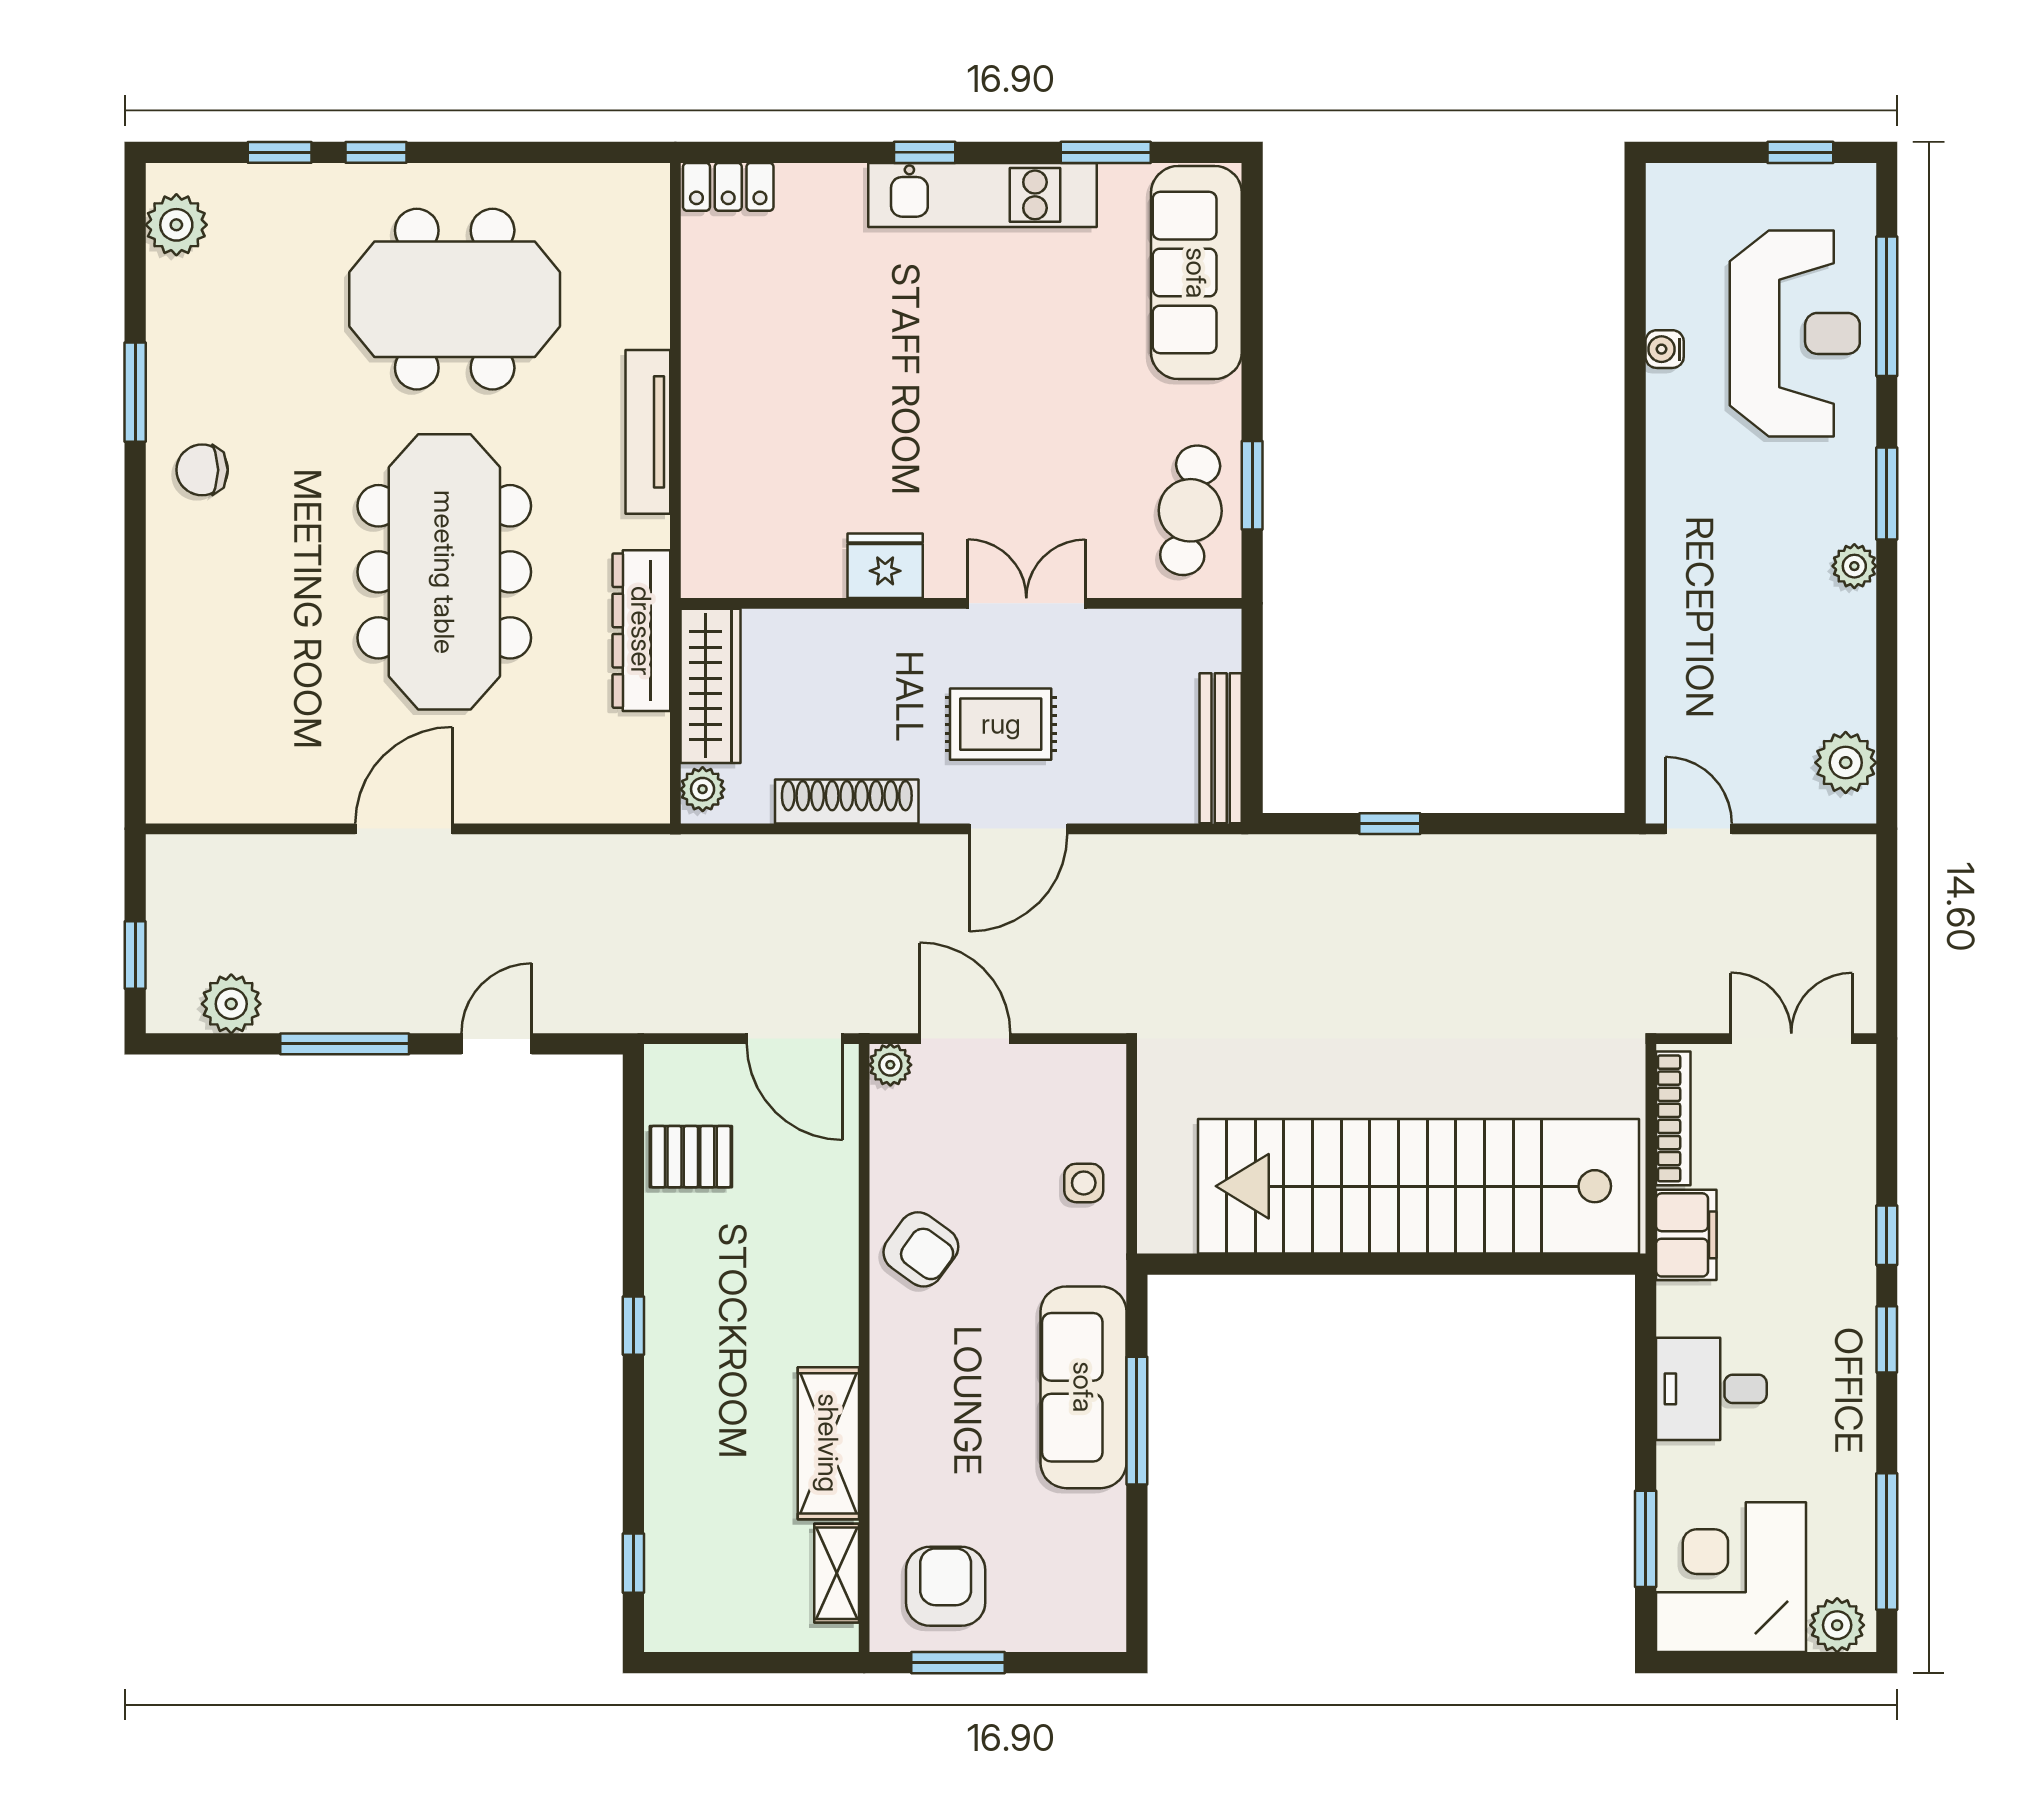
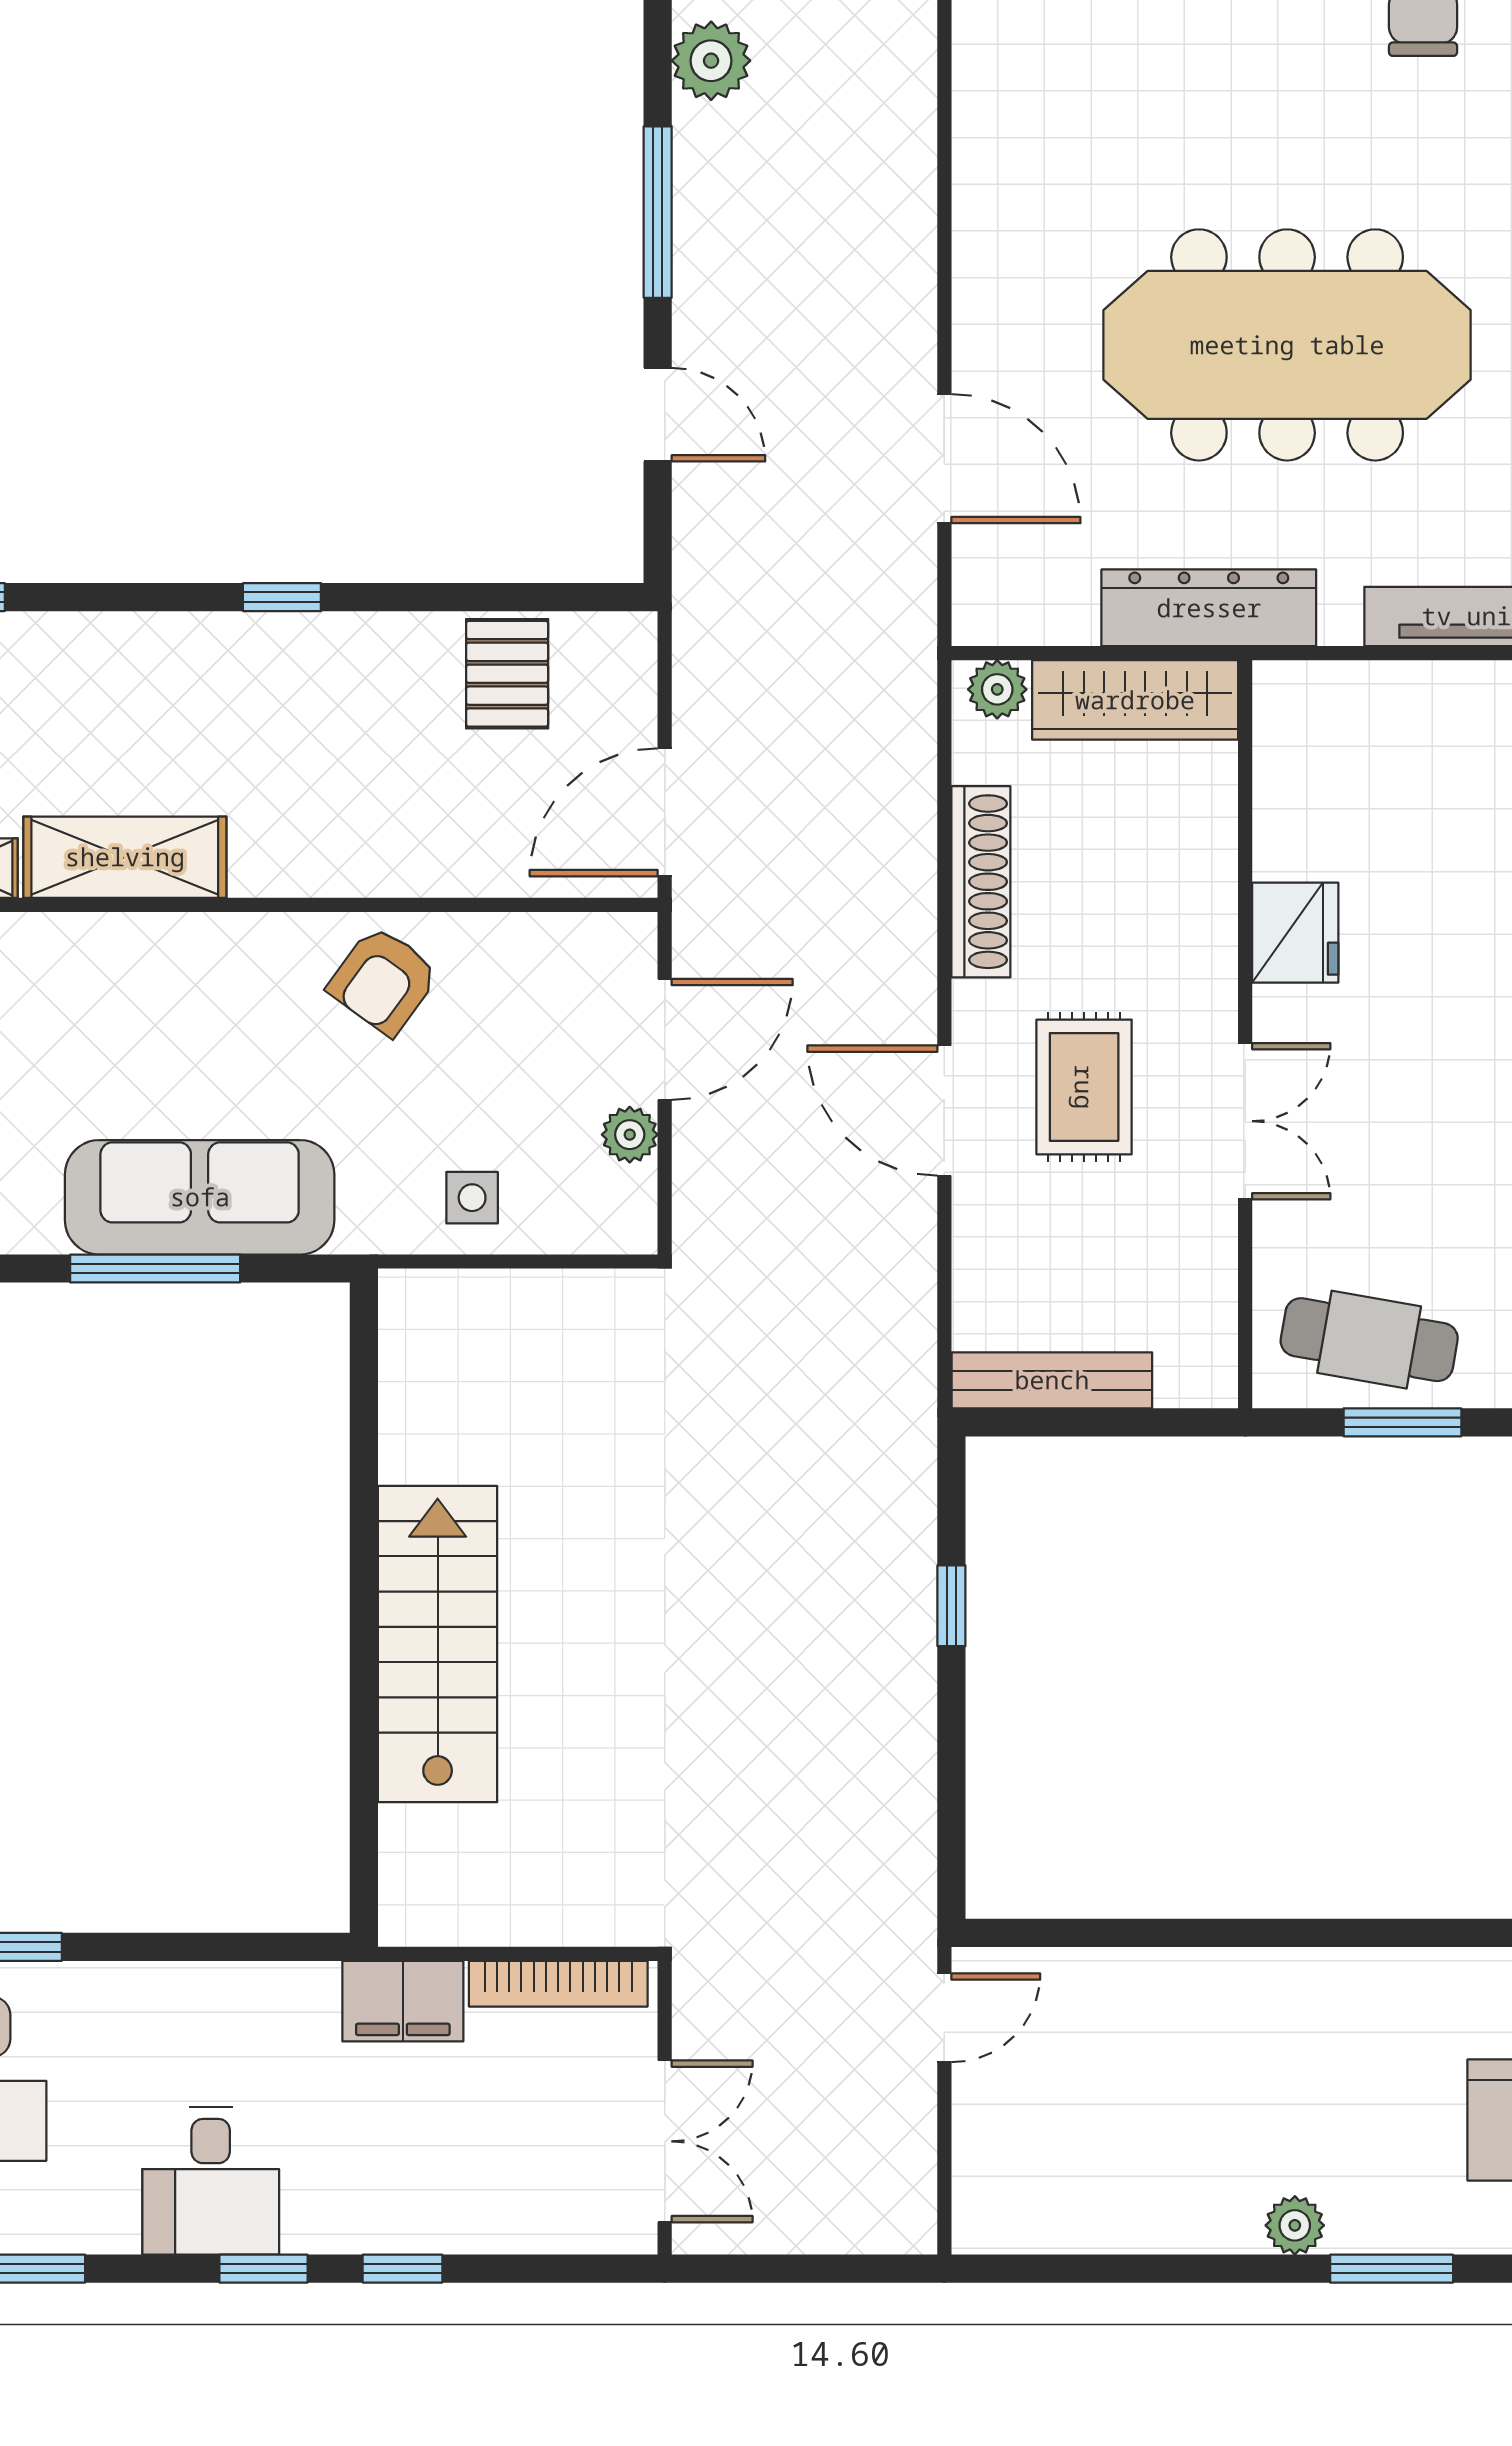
plant: (1846, 763) -> (1033, 2214), removed
door: (404, 829) -> (944, 459), moved
plant: (890, 1065) -> (630, 1135), moved
stairs: (1418, 1186) -> (438, 1644), width x0.54, depth x0.66
desk: (1711, 1389) -> (211, 2181), moved, turned 180

